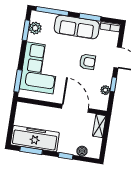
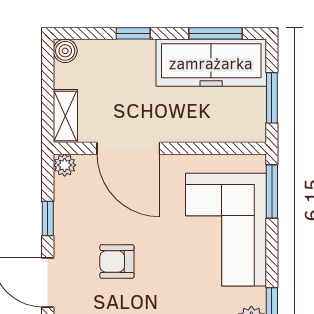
plant: (105, 90) -> (65, 165), moved
window: (12, 120) -> (272, 98), added
boiler: (82, 151) -> (65, 51), moved

